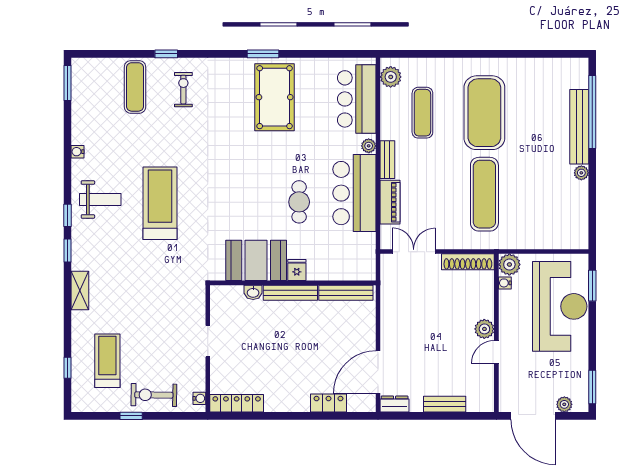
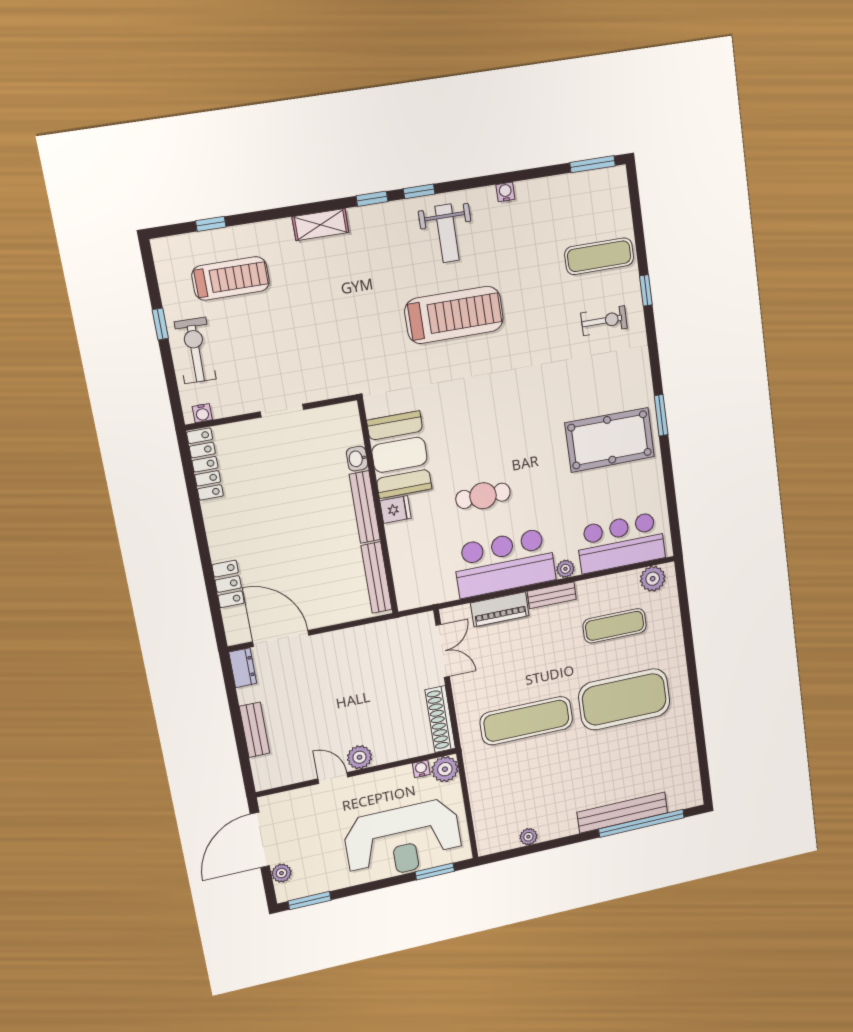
plant: (581, 173) -> (528, 837), moved

